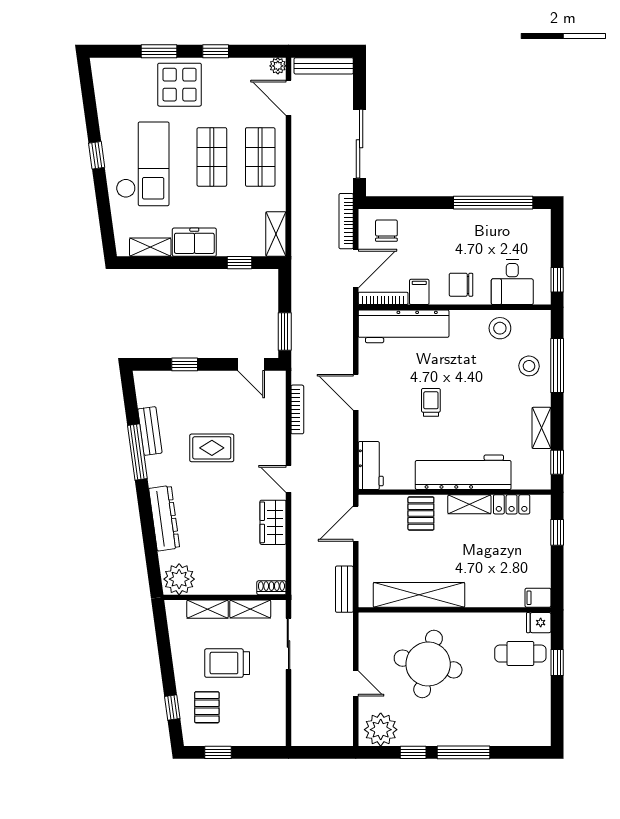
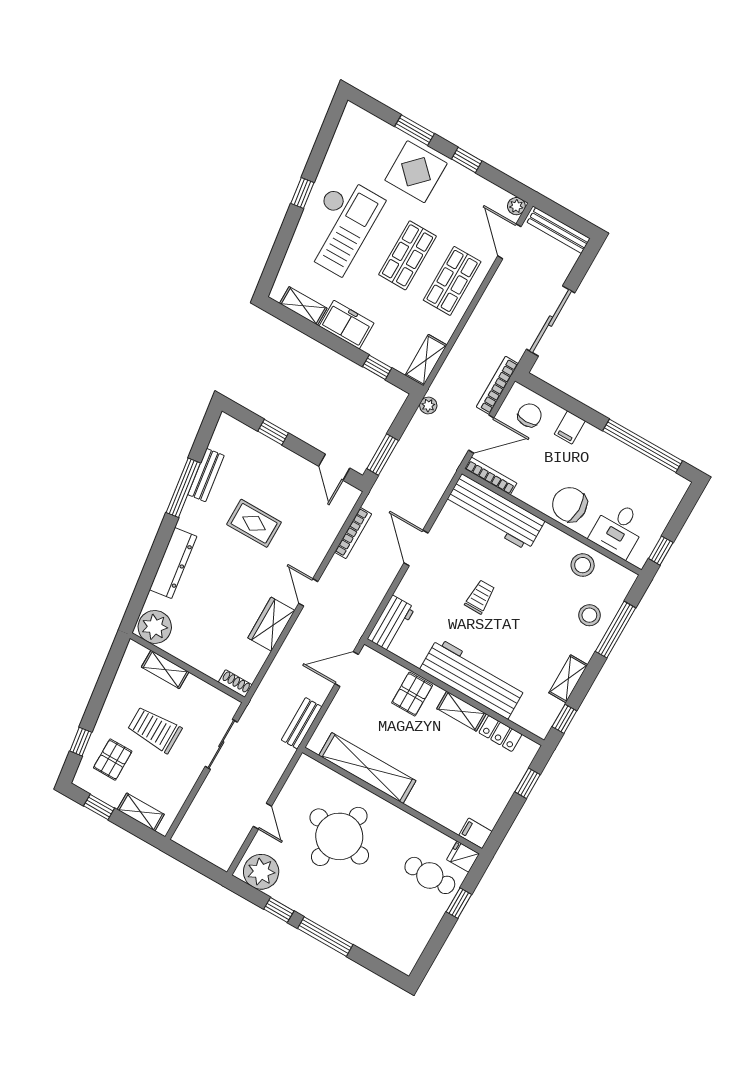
plant: (299, 270) -> (428, 405), added
chair: (461, 285) -> (570, 504), width x1.37, depth x1.37
filing cabinet: (419, 292) -> (570, 427), moved, turned 180
shelving: (250, 609) -> (141, 812), moved

